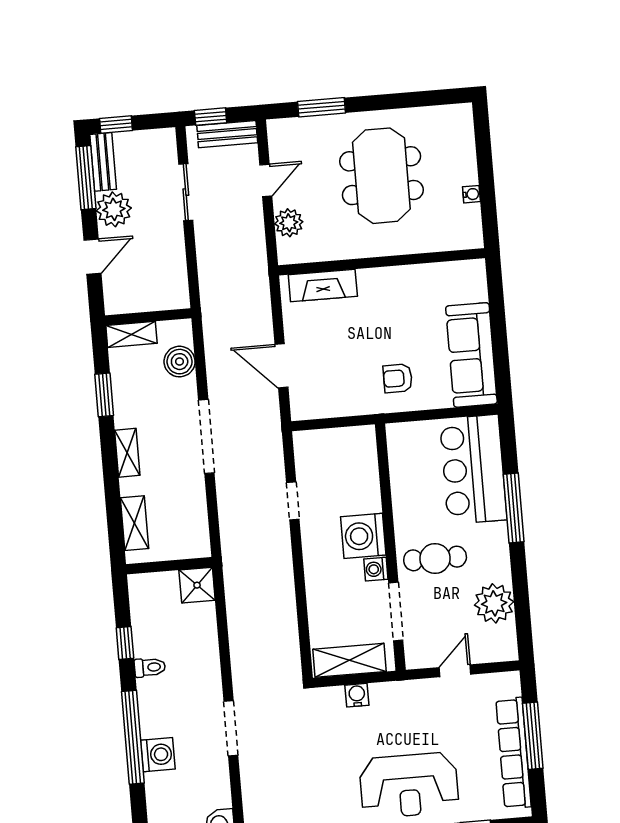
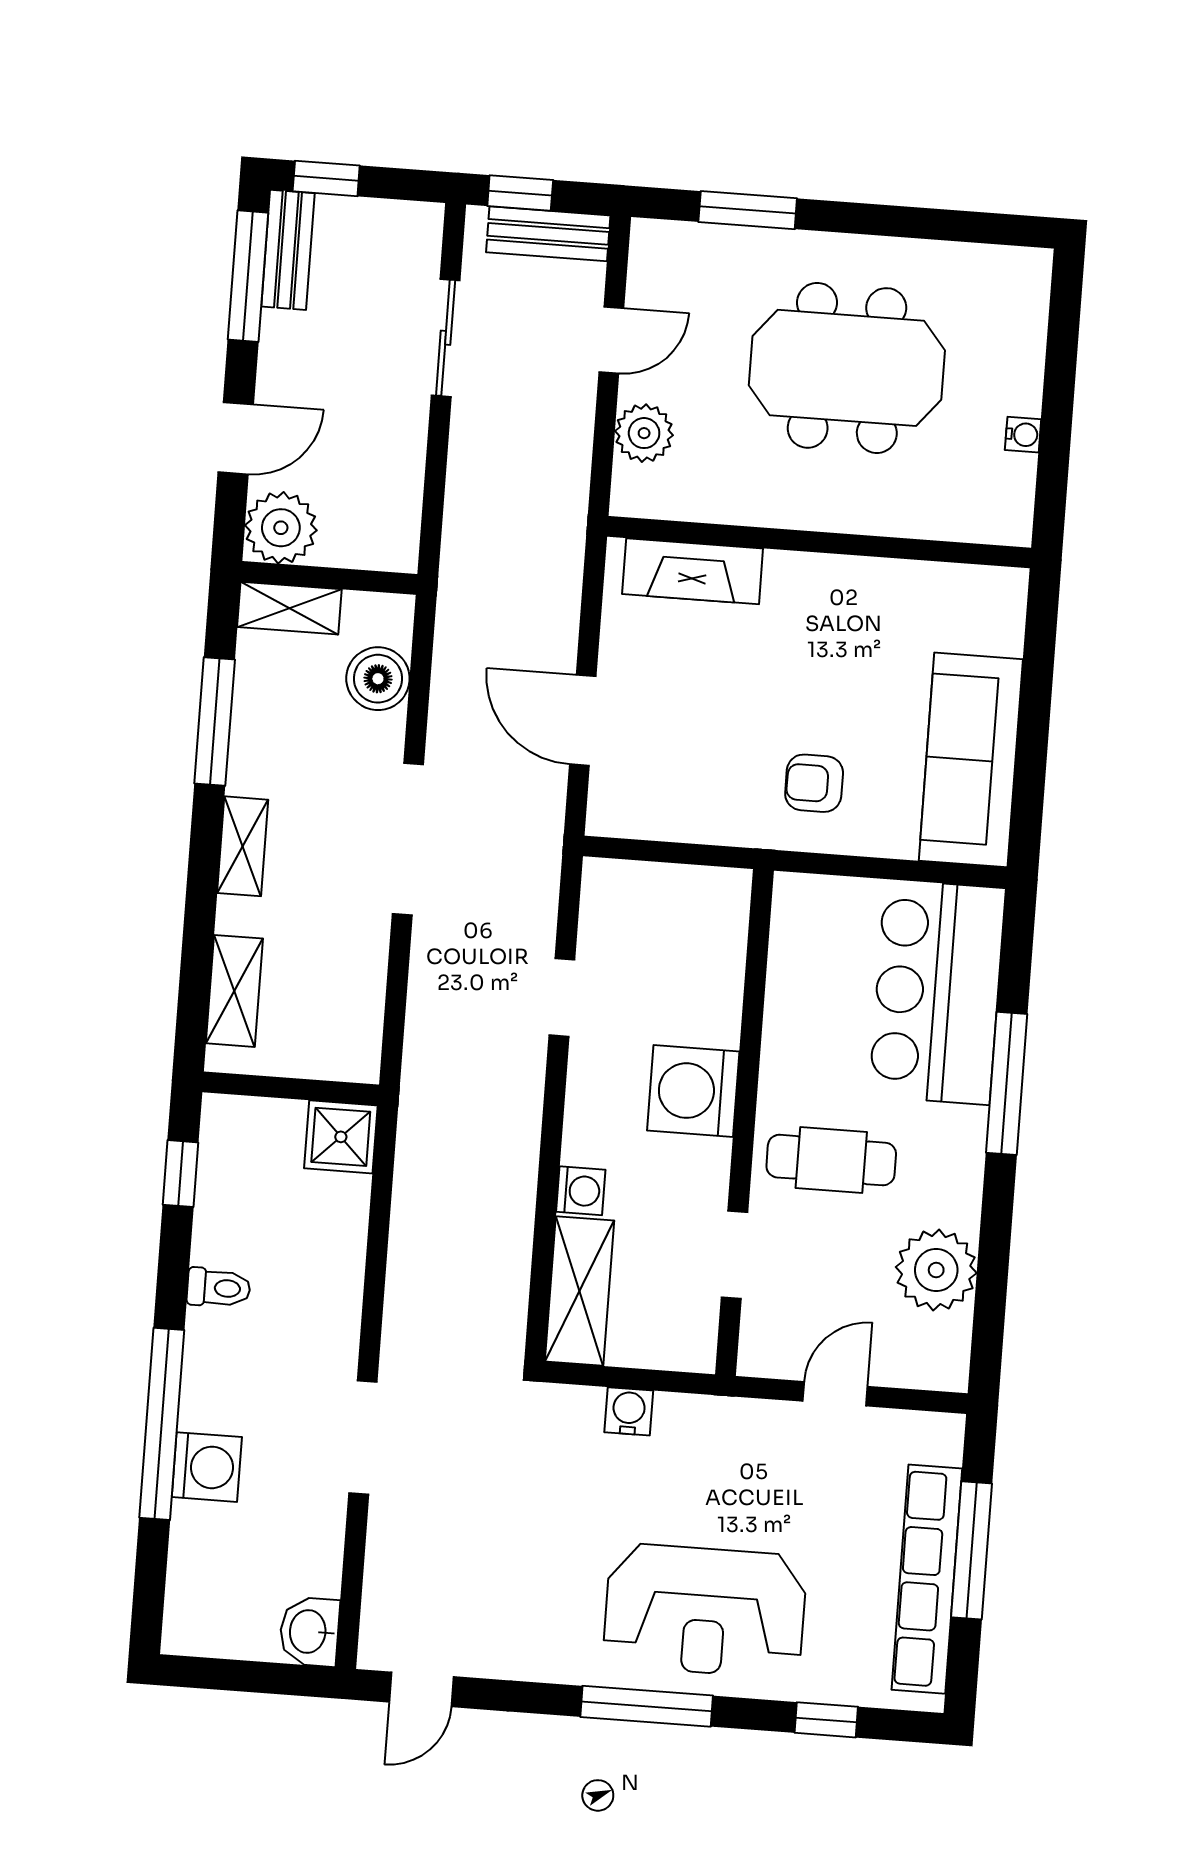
meeting table: (381, 176) -> (847, 368), turned 90
plant: (114, 209) -> (281, 528), moved
window: (104, 395) -> (215, 722), width x1.44
washing machine: (376, 569) -> (581, 1191), moved, turned 180
doorway: (396, 612) -> (734, 1255), width x0.73
window: (125, 643) -> (181, 1174), moved
shelving: (350, 660) -> (580, 1291), moved, turned 90

